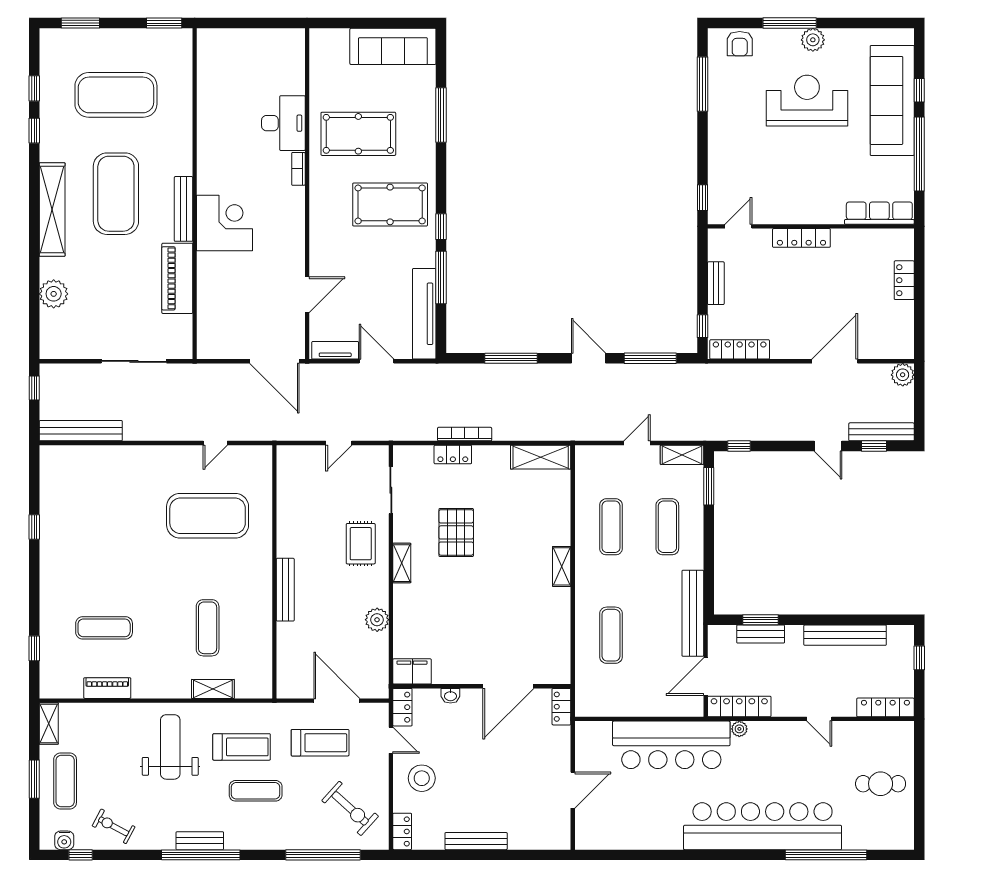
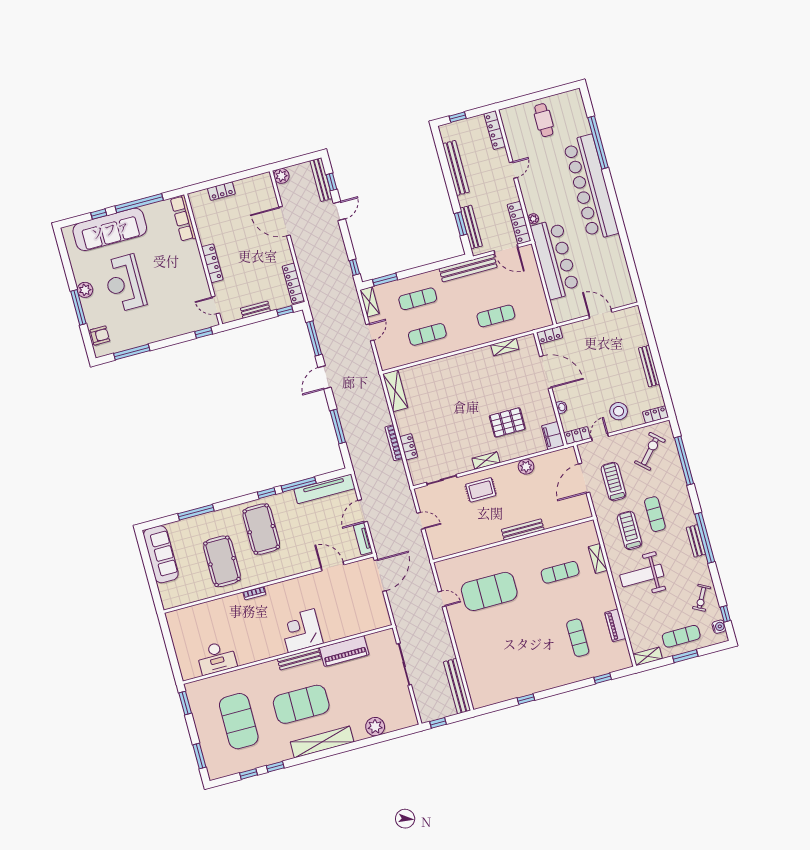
desk: (283, 123) -> (217, 658), moved, turned 180
door: (637, 443) -> (370, 332), swing flipped
exercise mat: (208, 516) -> (489, 591), turned 90
pallet: (456, 532) -> (507, 422), moved
shelving: (562, 566) -> (505, 347), moved
bench: (761, 634) -> (471, 227), width x1.36

